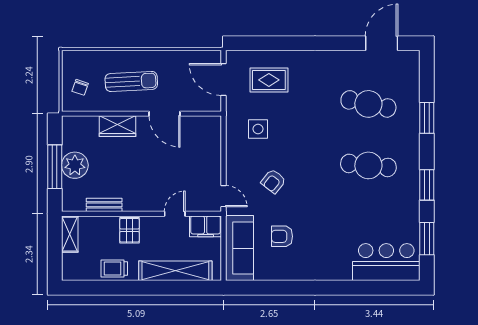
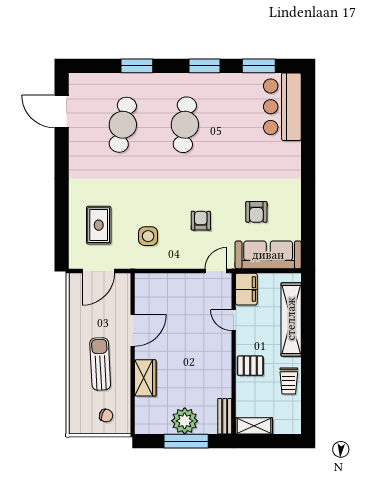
armchair: (273, 181) -> (201, 221), turned -128
bench: (104, 205) -> (225, 416), moved

